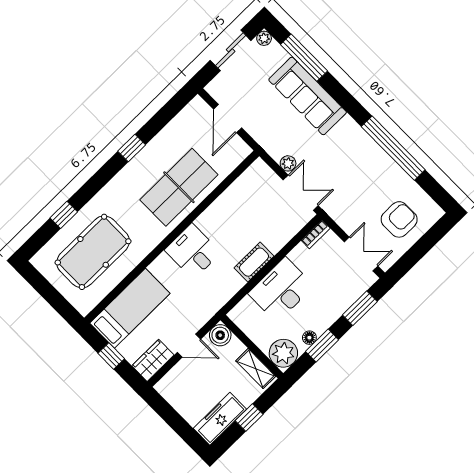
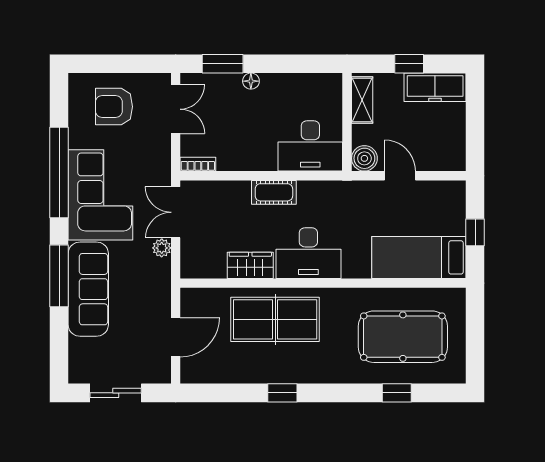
plant: (264, 38) -> (77, 375), removed
window: (304, 58) -> (59, 276), moved
corner sofa: (355, 159) -> (100, 195), added
desk: (193, 251) -> (308, 253), width x1.37
double door: (361, 254) -> (176, 109), swing flipped
desk: (281, 290) -> (310, 146), moved
floor lamp: (309, 338) -> (251, 81), moved
window: (322, 346) -> (286, 64), removed
plant: (283, 353) -> (326, 90), removed
wardrobe: (153, 360) -> (250, 265), moved, turned 180

